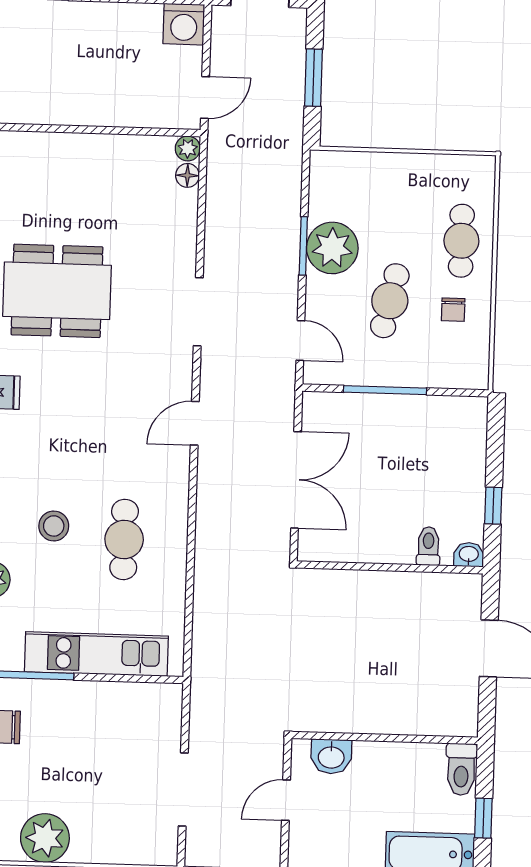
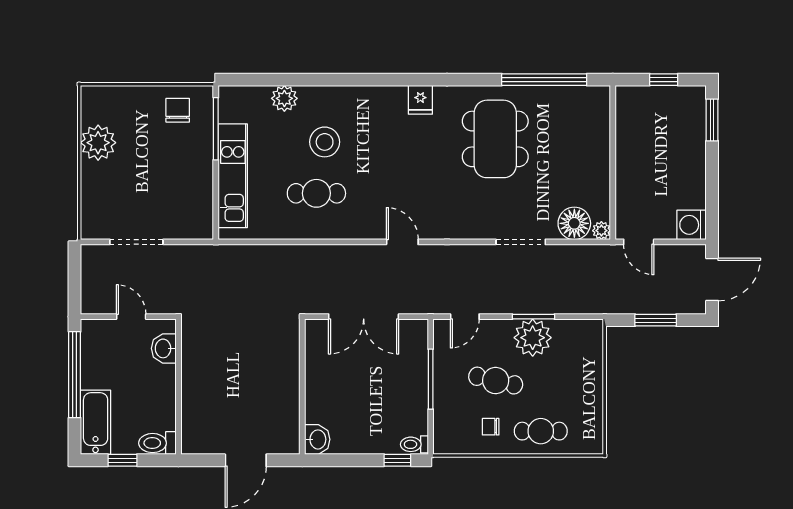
floor lamp: (187, 175) -> (574, 223), width x1.89, depth x1.89
doorway: (198, 312) -> (521, 242), moved
window: (493, 506) -> (397, 460), moved
stool: (54, 526) -> (325, 142), width x1.38, depth x1.38
toilet: (428, 546) -> (414, 444), moved, turned 180
washbasin: (469, 555) -> (317, 439), width x1.38, depth x1.45

